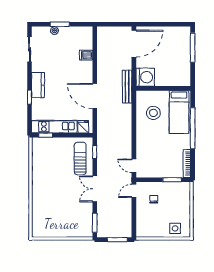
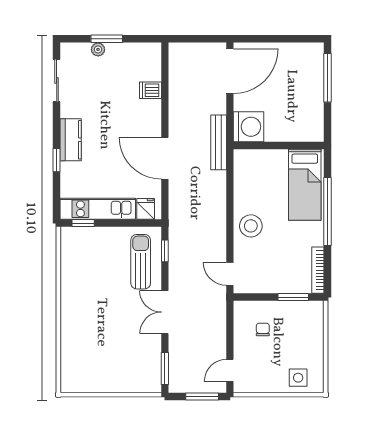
stool: (153, 113) -> (251, 226), moved
door: (134, 191) -> (230, 370), moved

